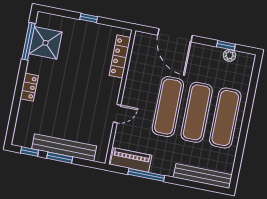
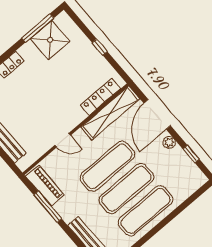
plant: (229, 55) -> (169, 142), moved
shelving: (137, 63) -> (110, 113), added

